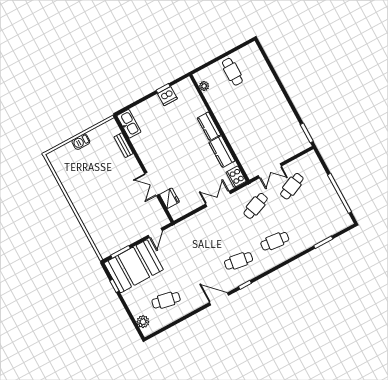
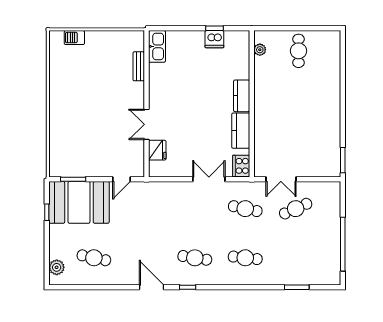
barbecue: (81, 142) -> (74, 38), moved
cafe table: (256, 206) -> (245, 209), turned 33

